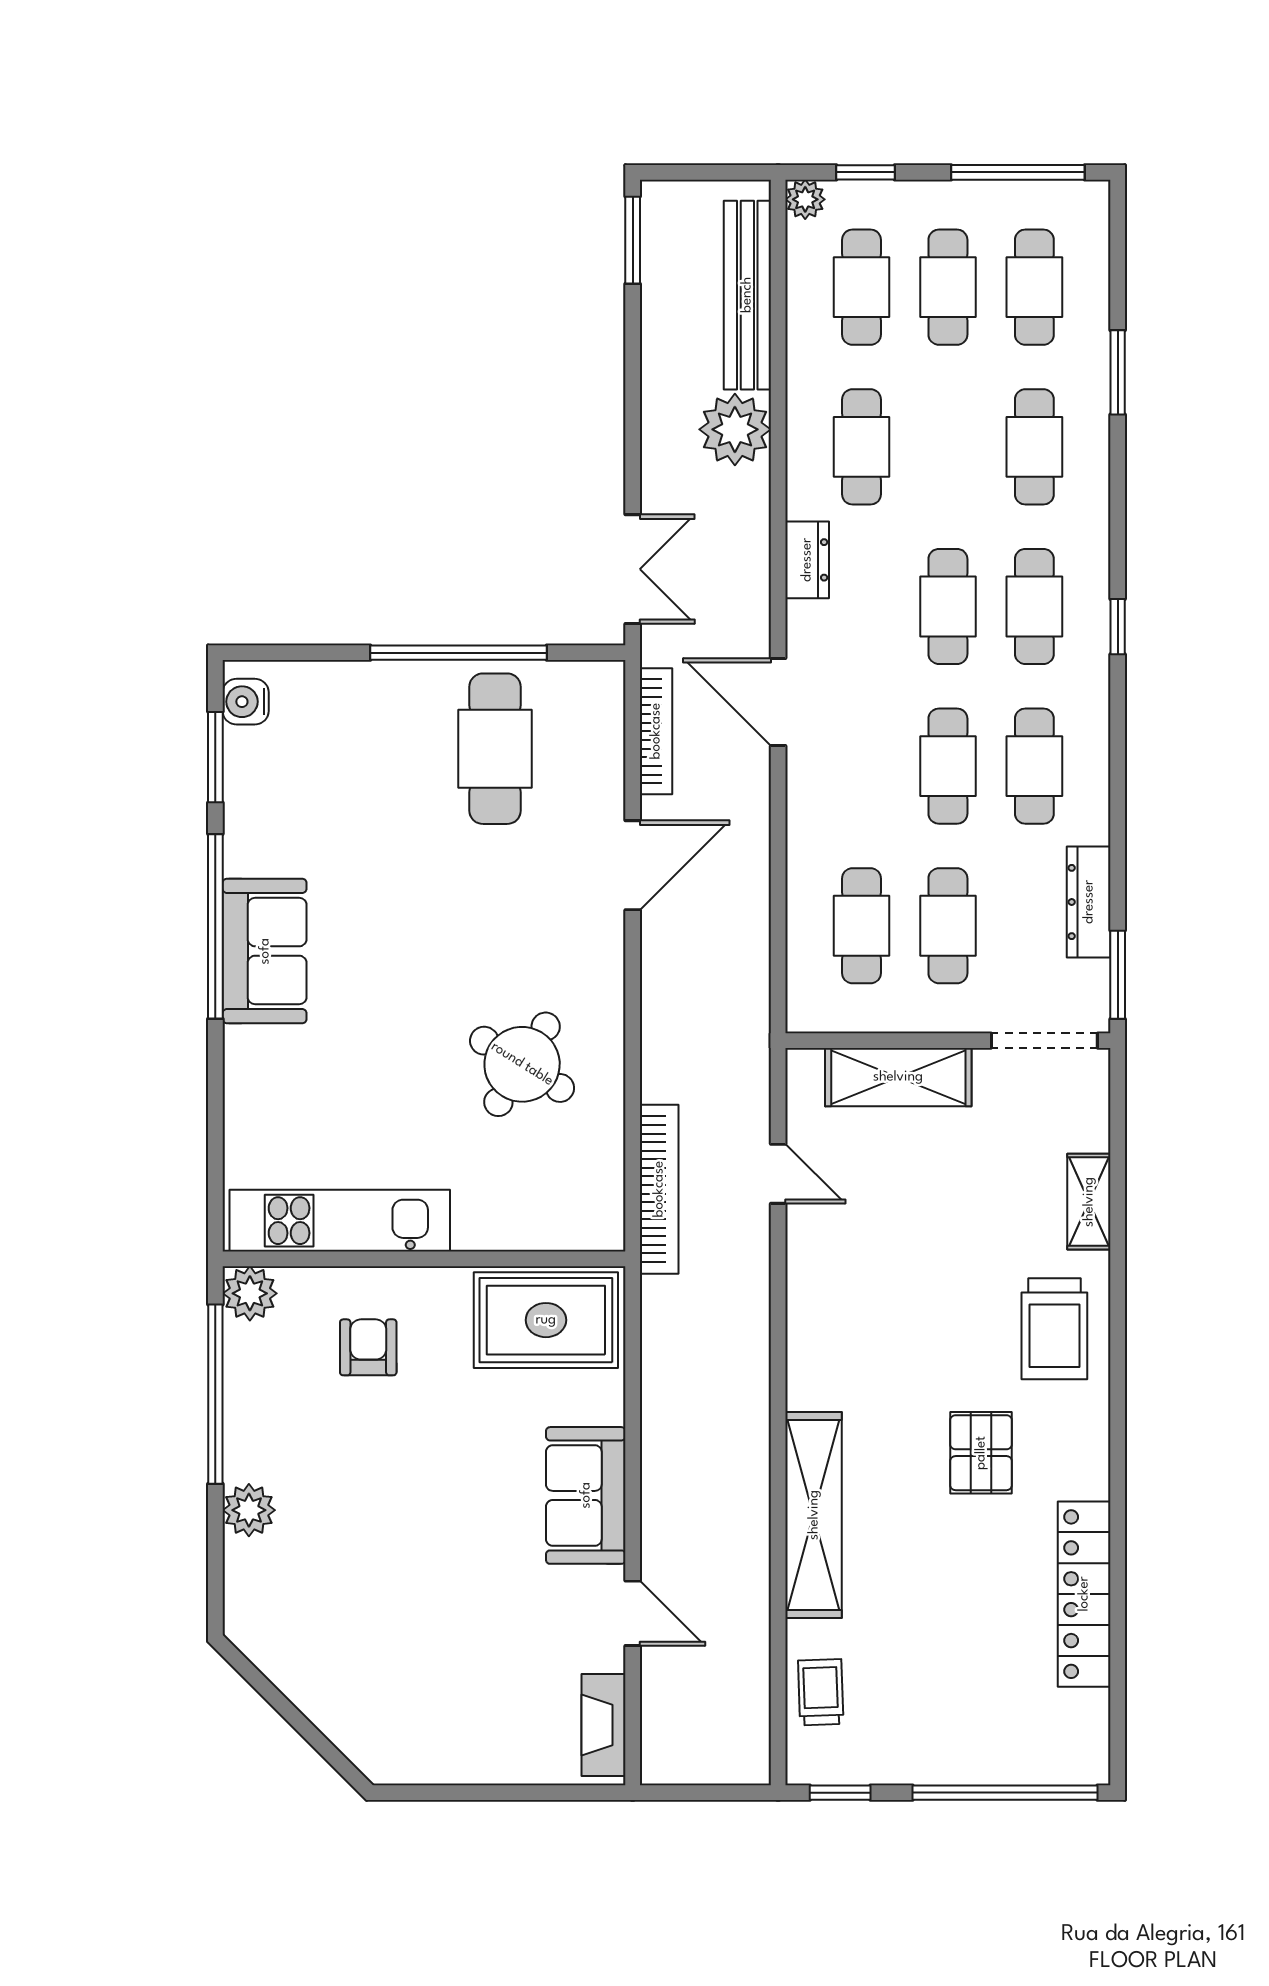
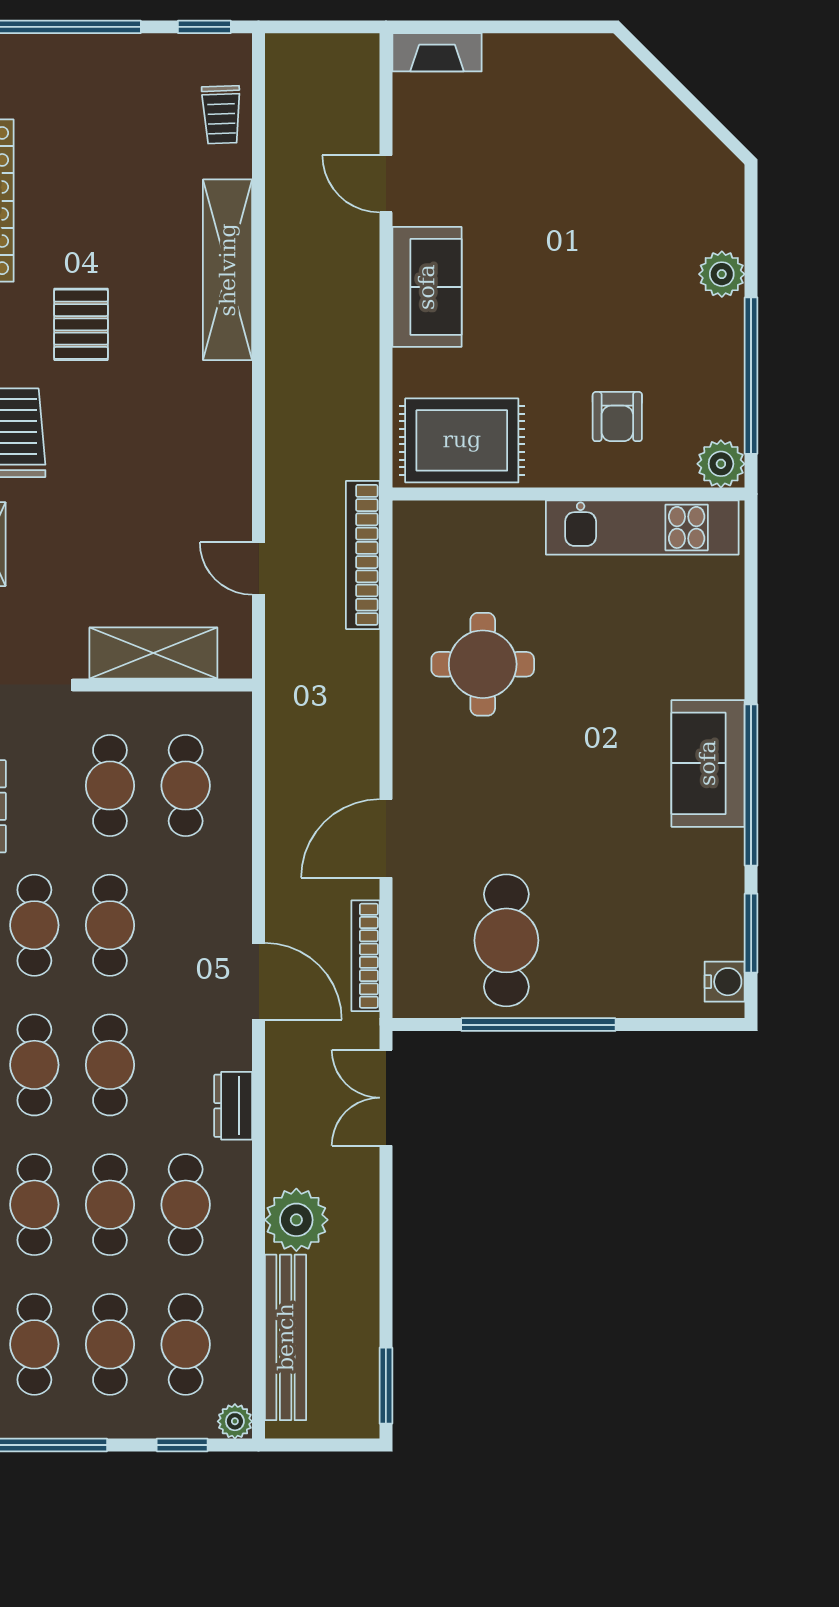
cafe table: (948, 447) -> (110, 1205), added
round table: (522, 1064) -> (483, 664), turned -32
fireplace: (604, 1725) -> (437, 52), moved, turned 90

